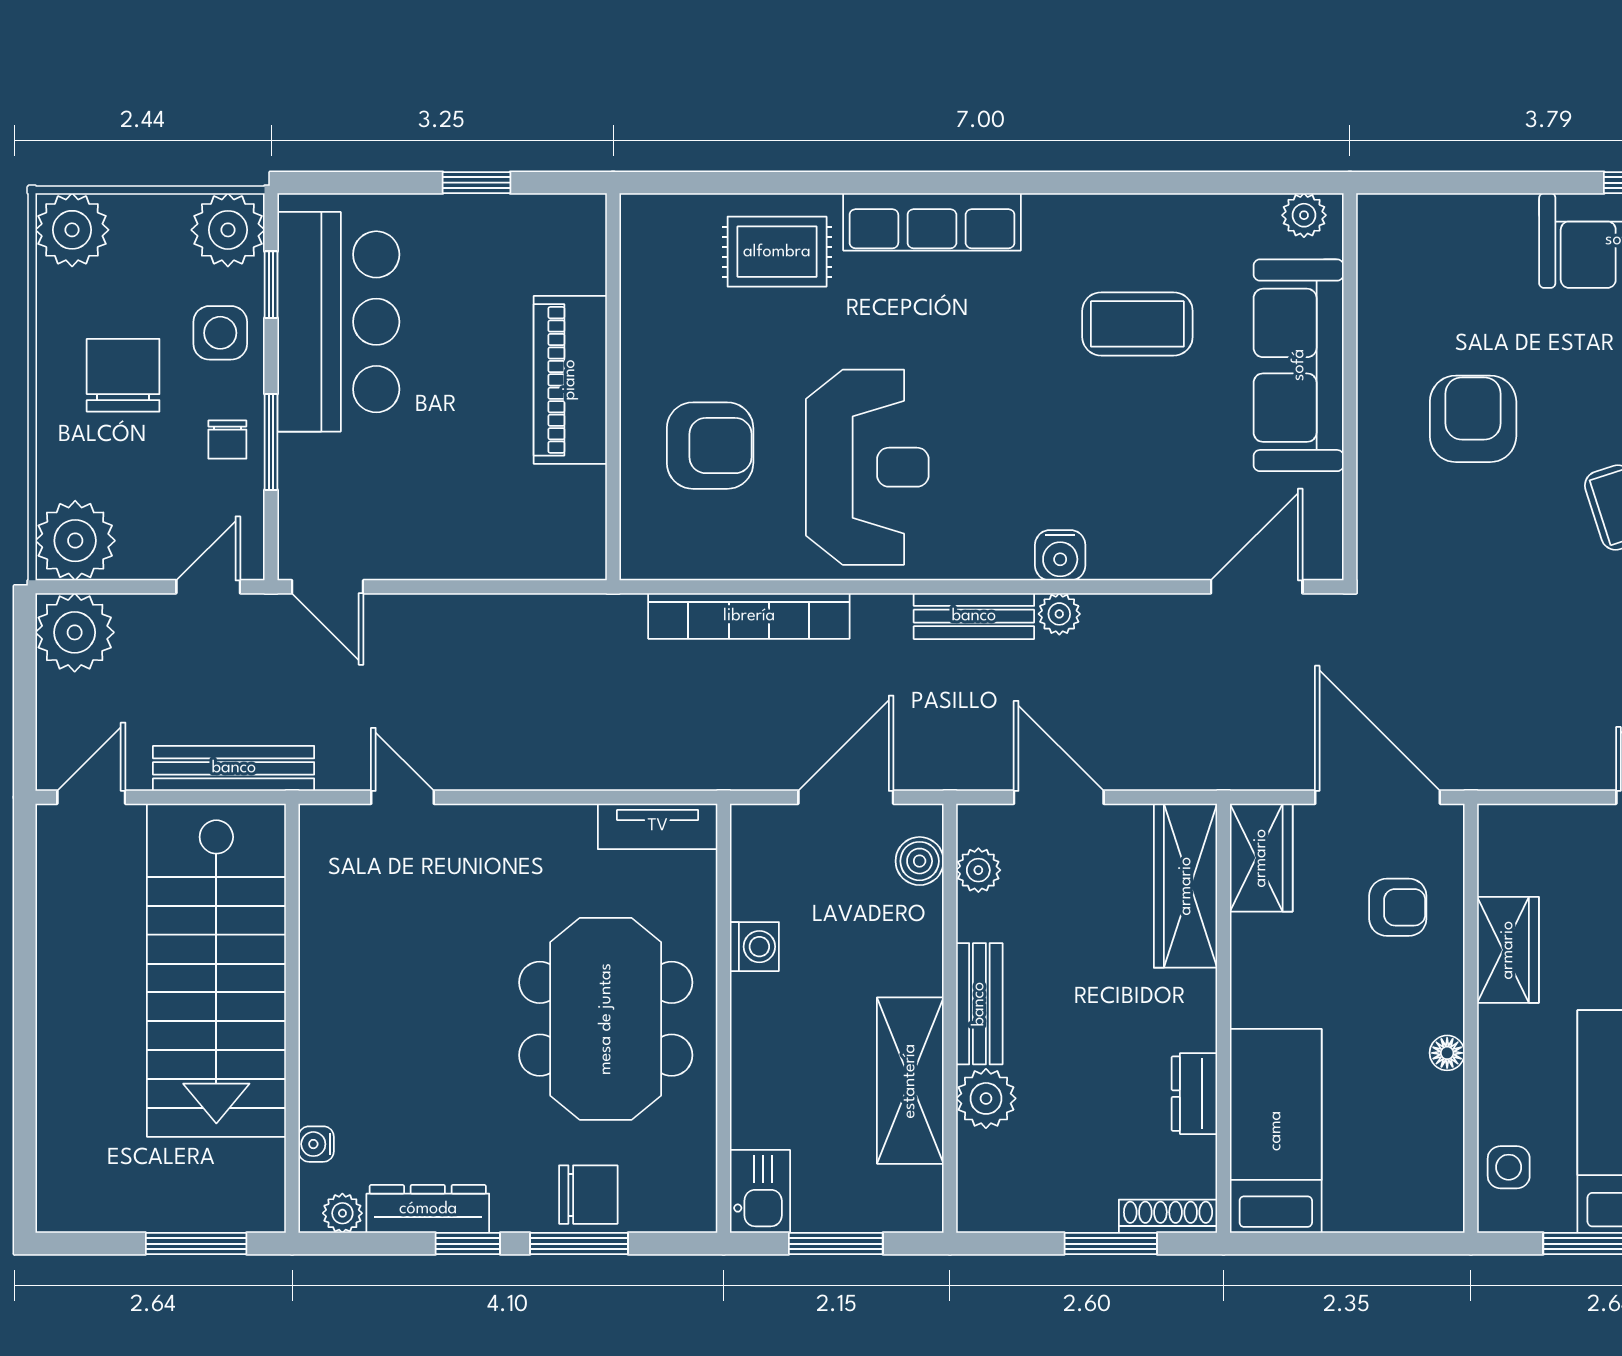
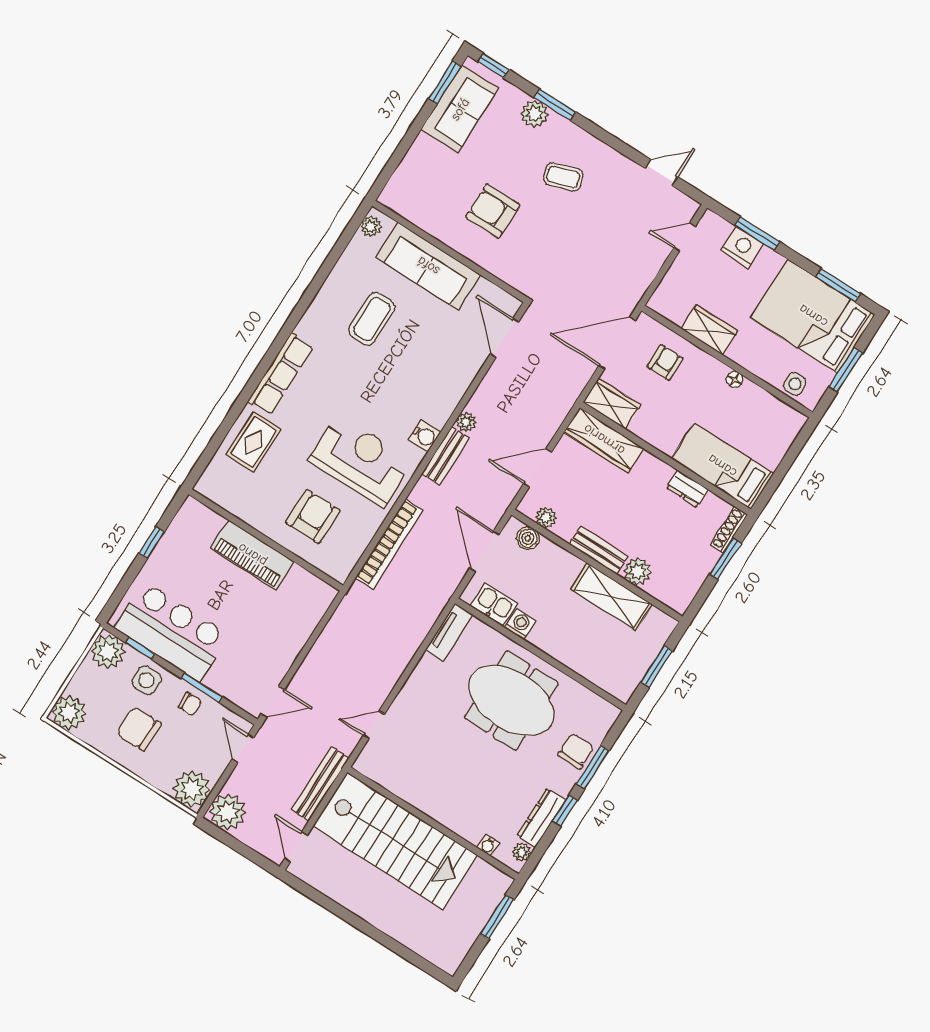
water cooler: (1060, 555) -> (425, 436), moved
kitchen sink: (760, 1191) -> (494, 604), moved

